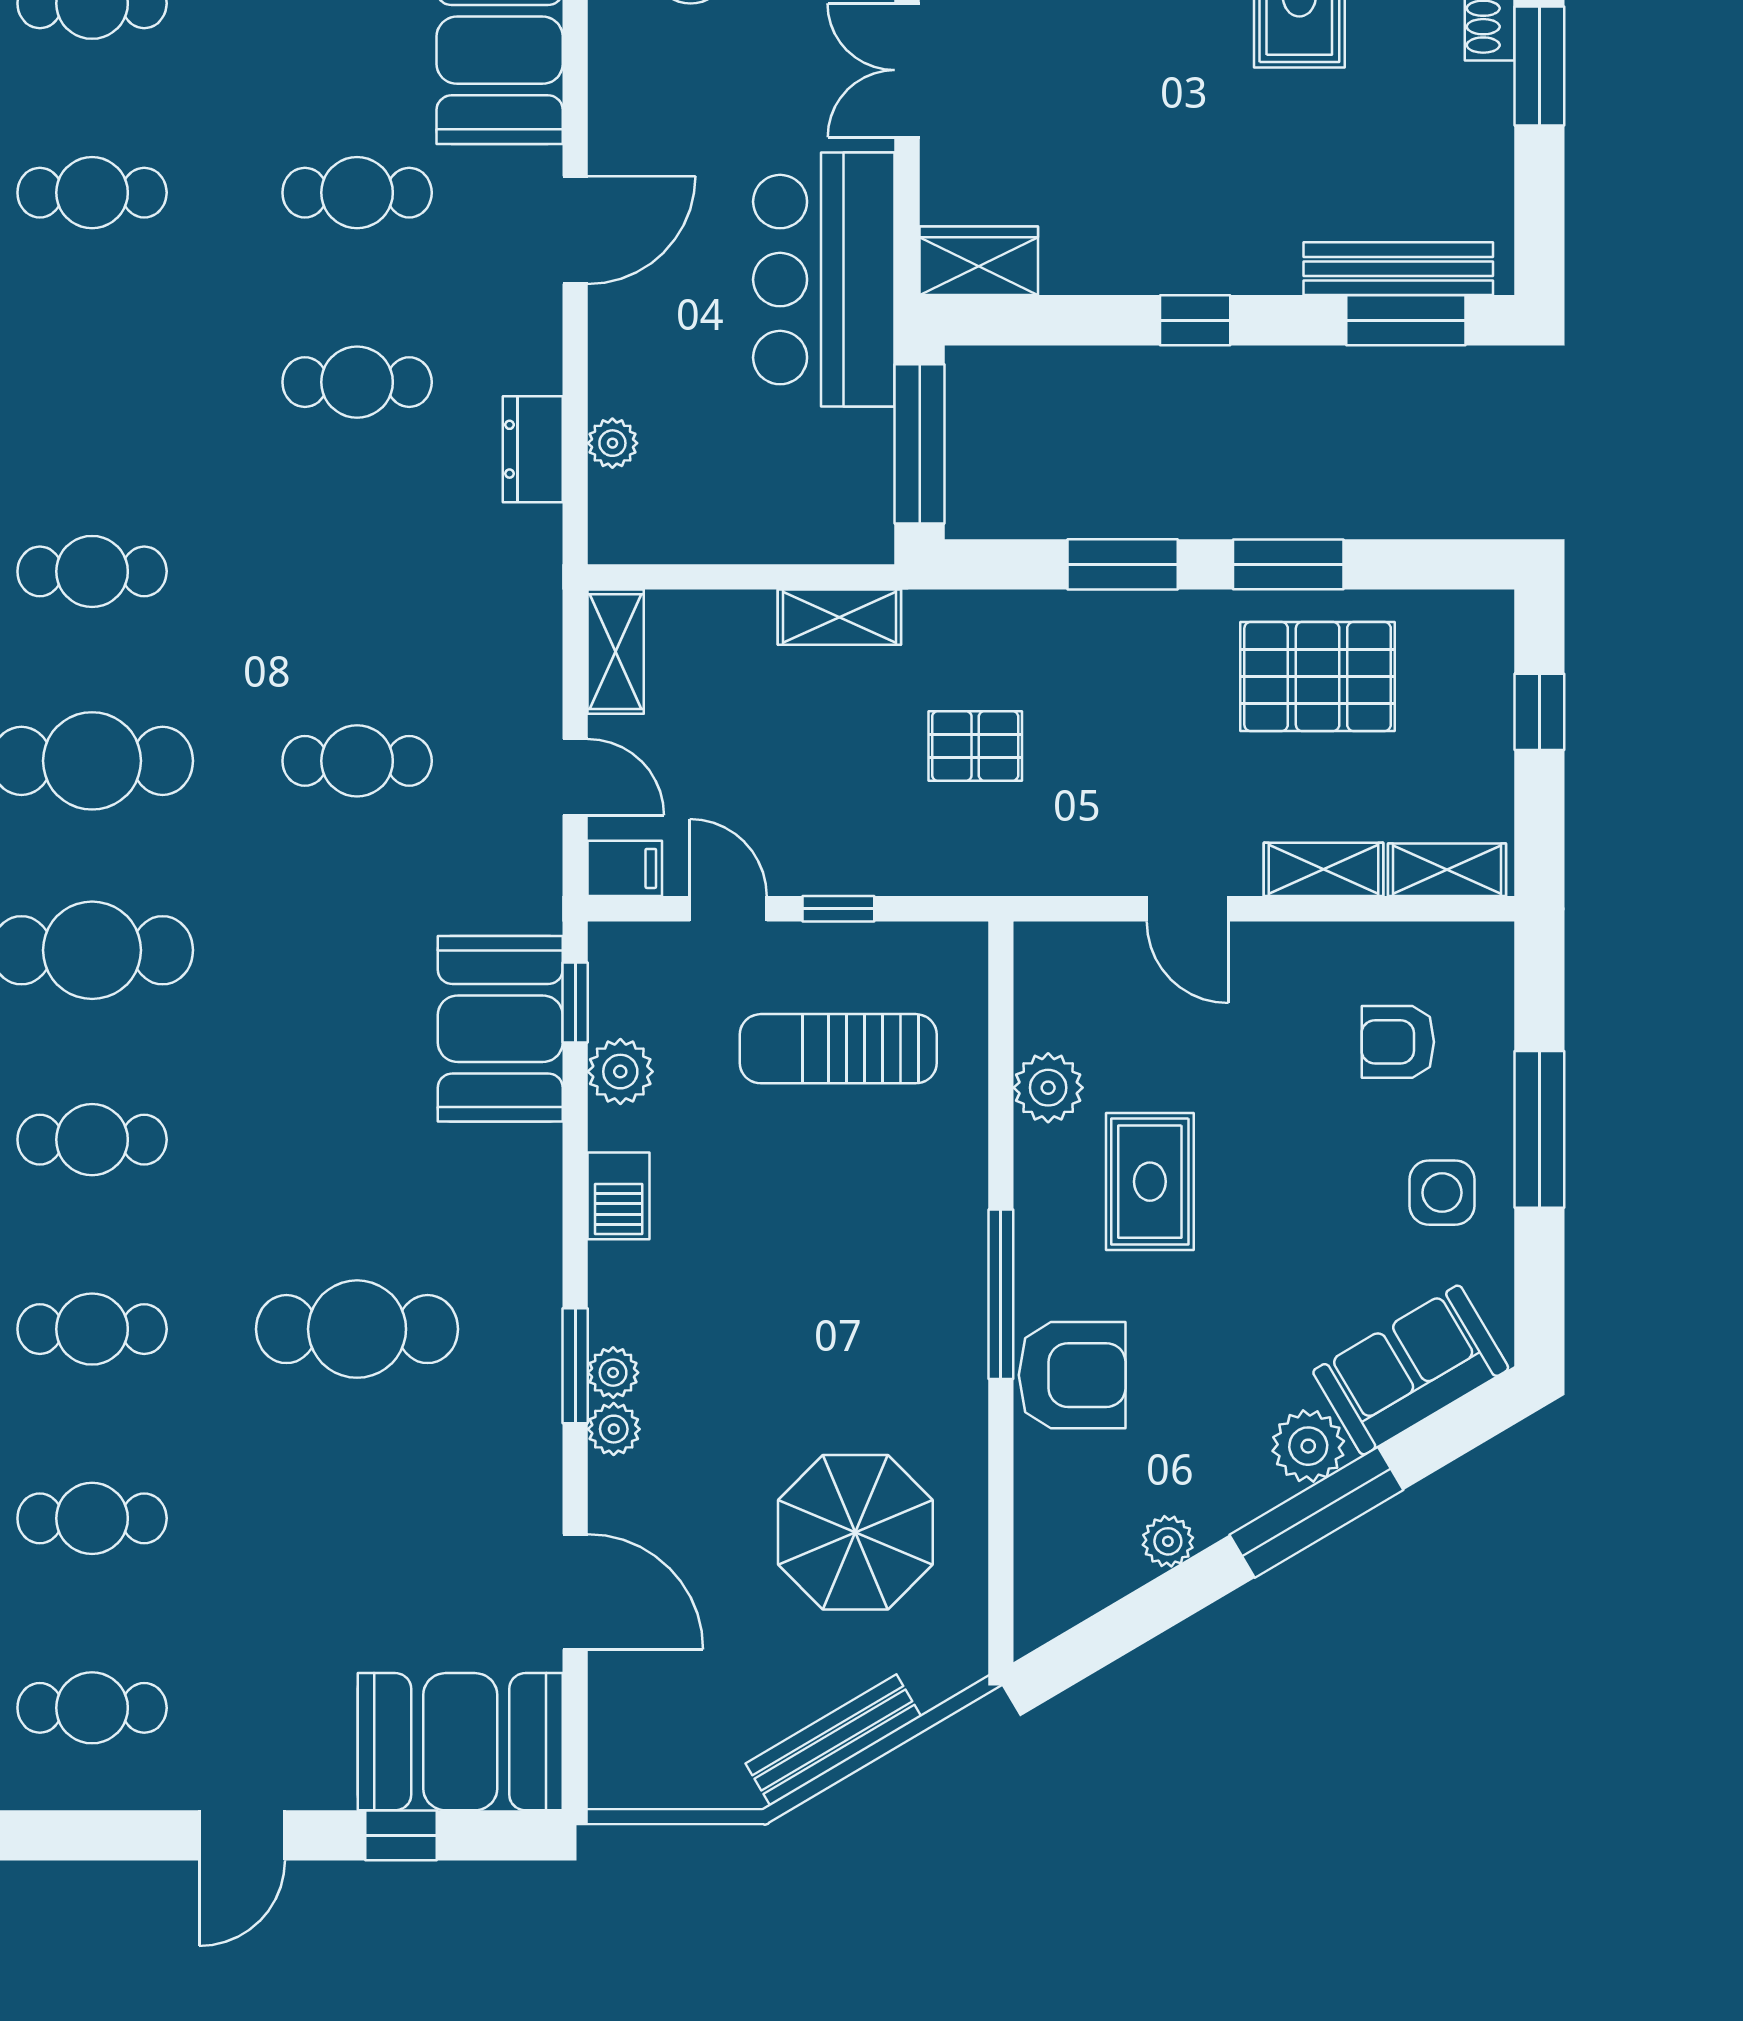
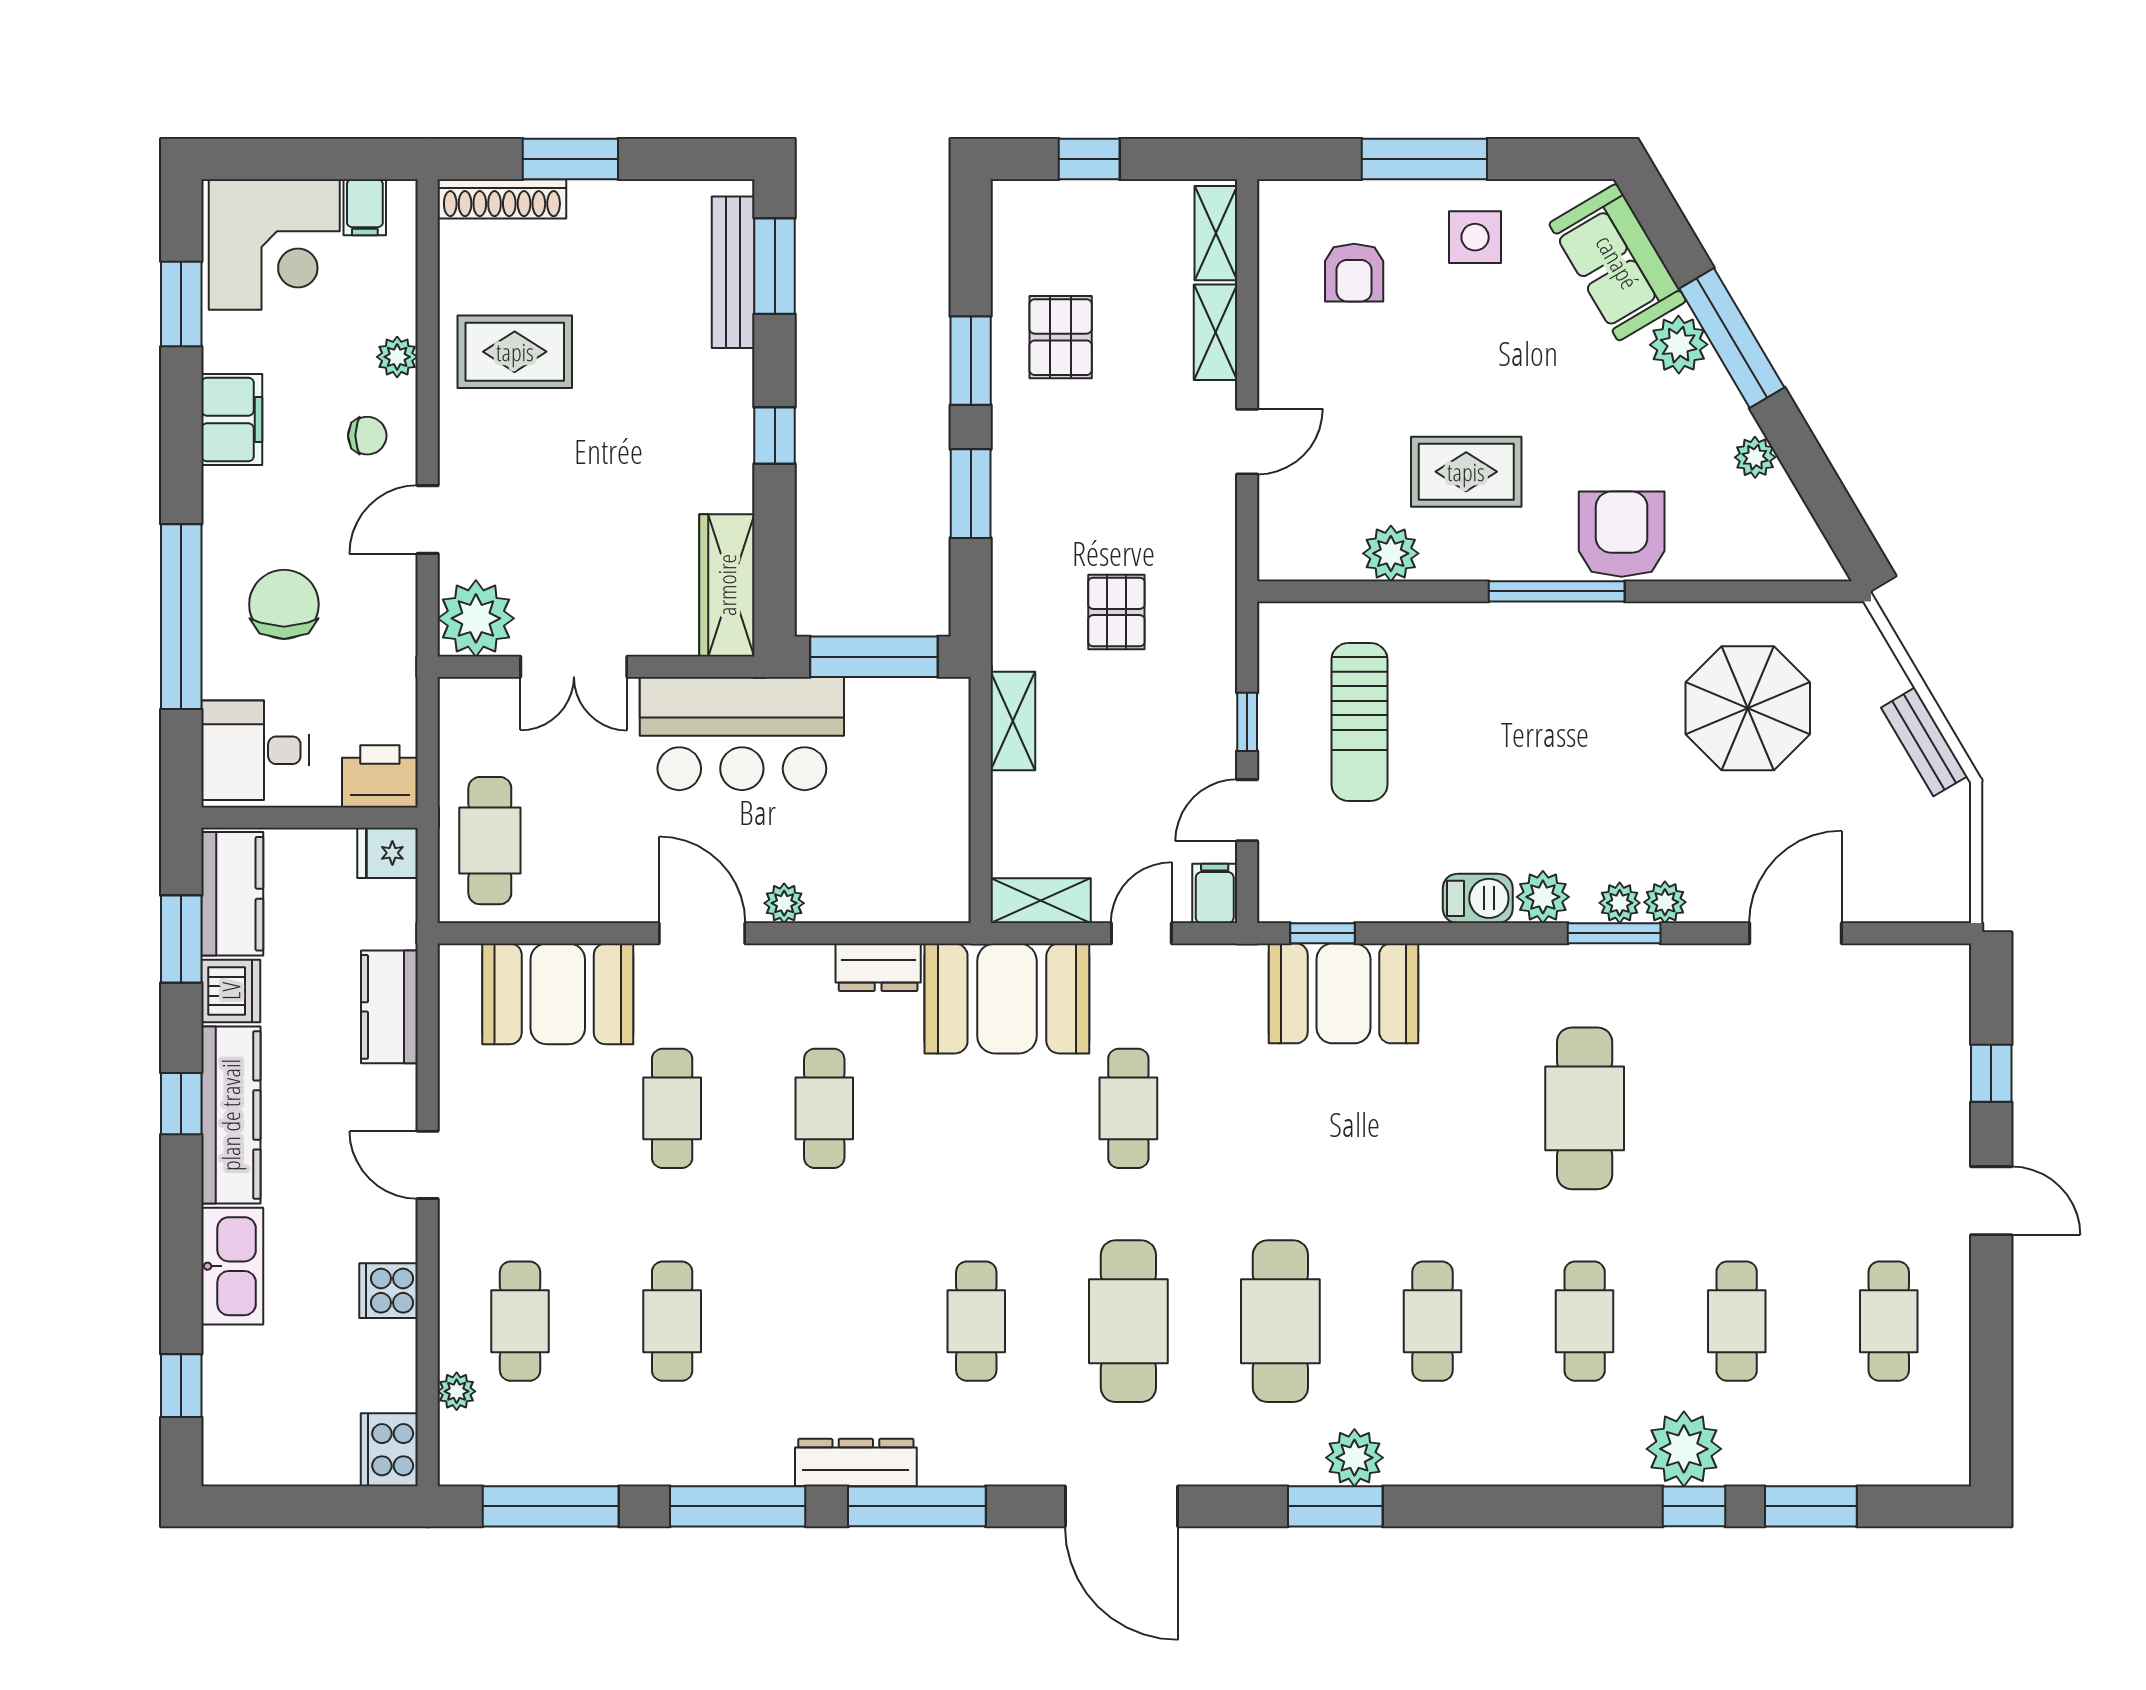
wardrobe: (979, 261) -> (727, 585), width x1.50
plant: (612, 443) -> (784, 903), moved
pallet: (1318, 677) -> (1061, 337), width x0.67, depth x0.71
plant: (620, 1072) -> (1543, 897), moved
bench: (833, 1740) -> (1924, 742), width x0.73
booth: (460, 1742) -> (1007, 998), moved, turned 90

